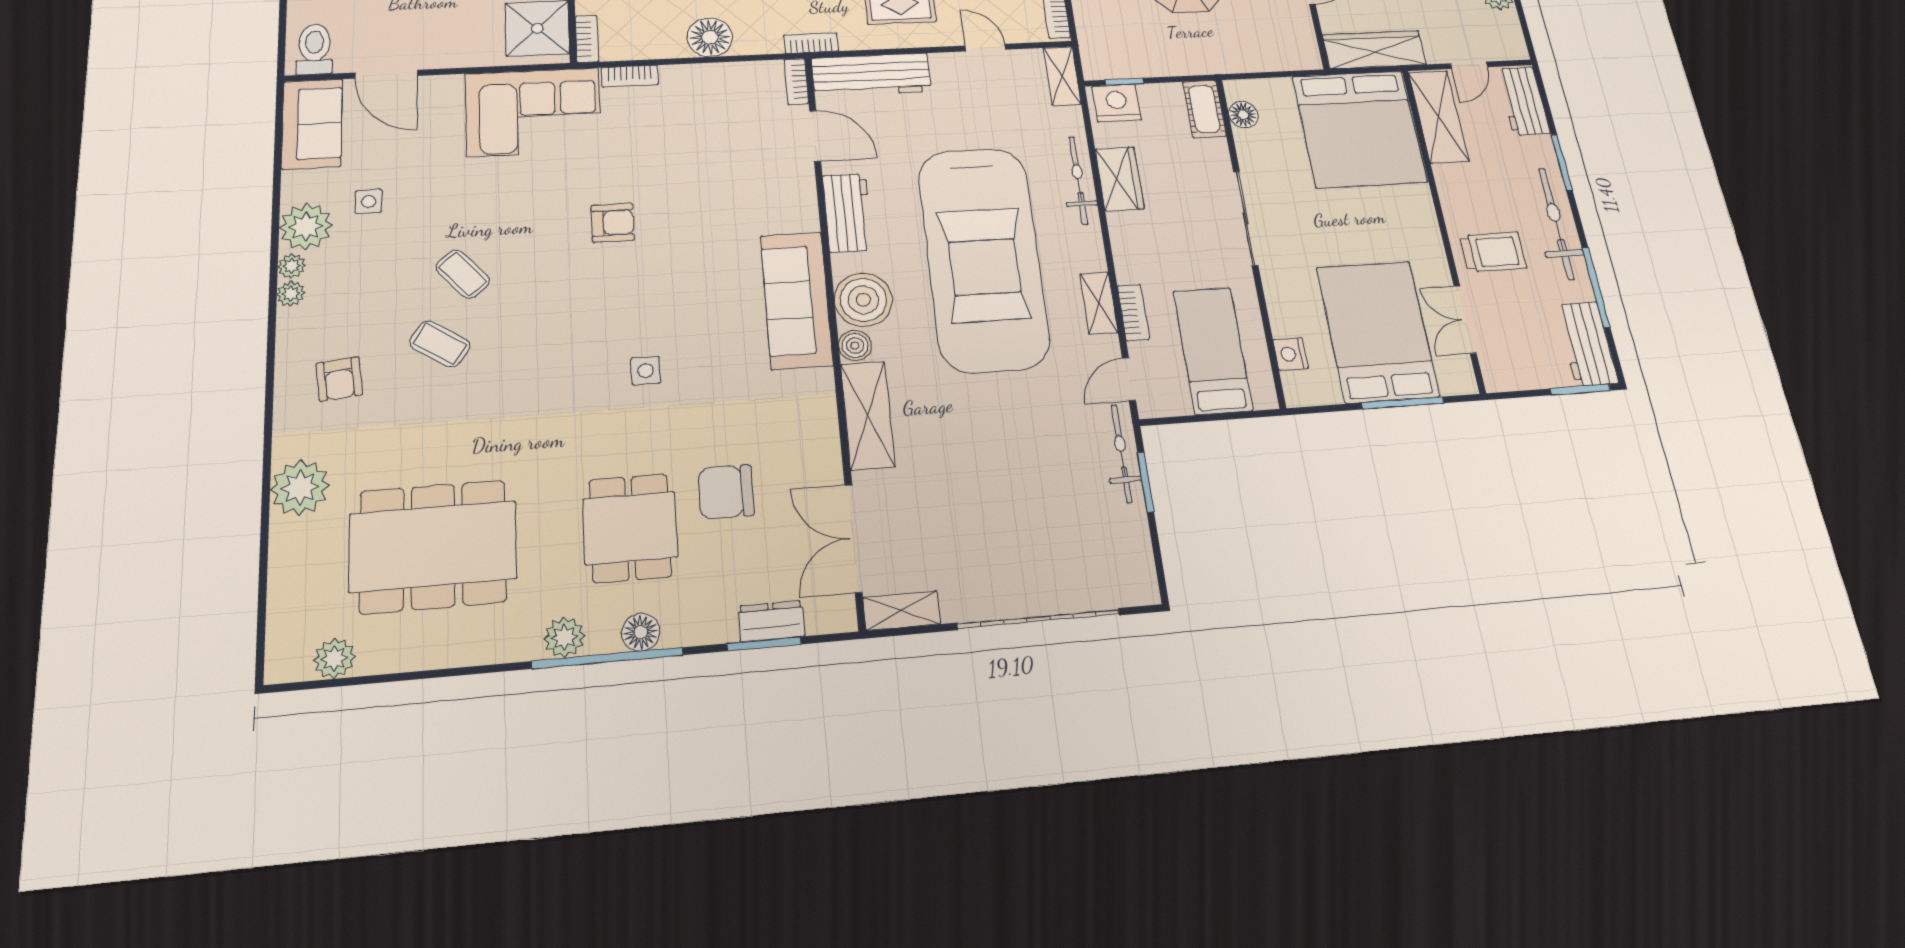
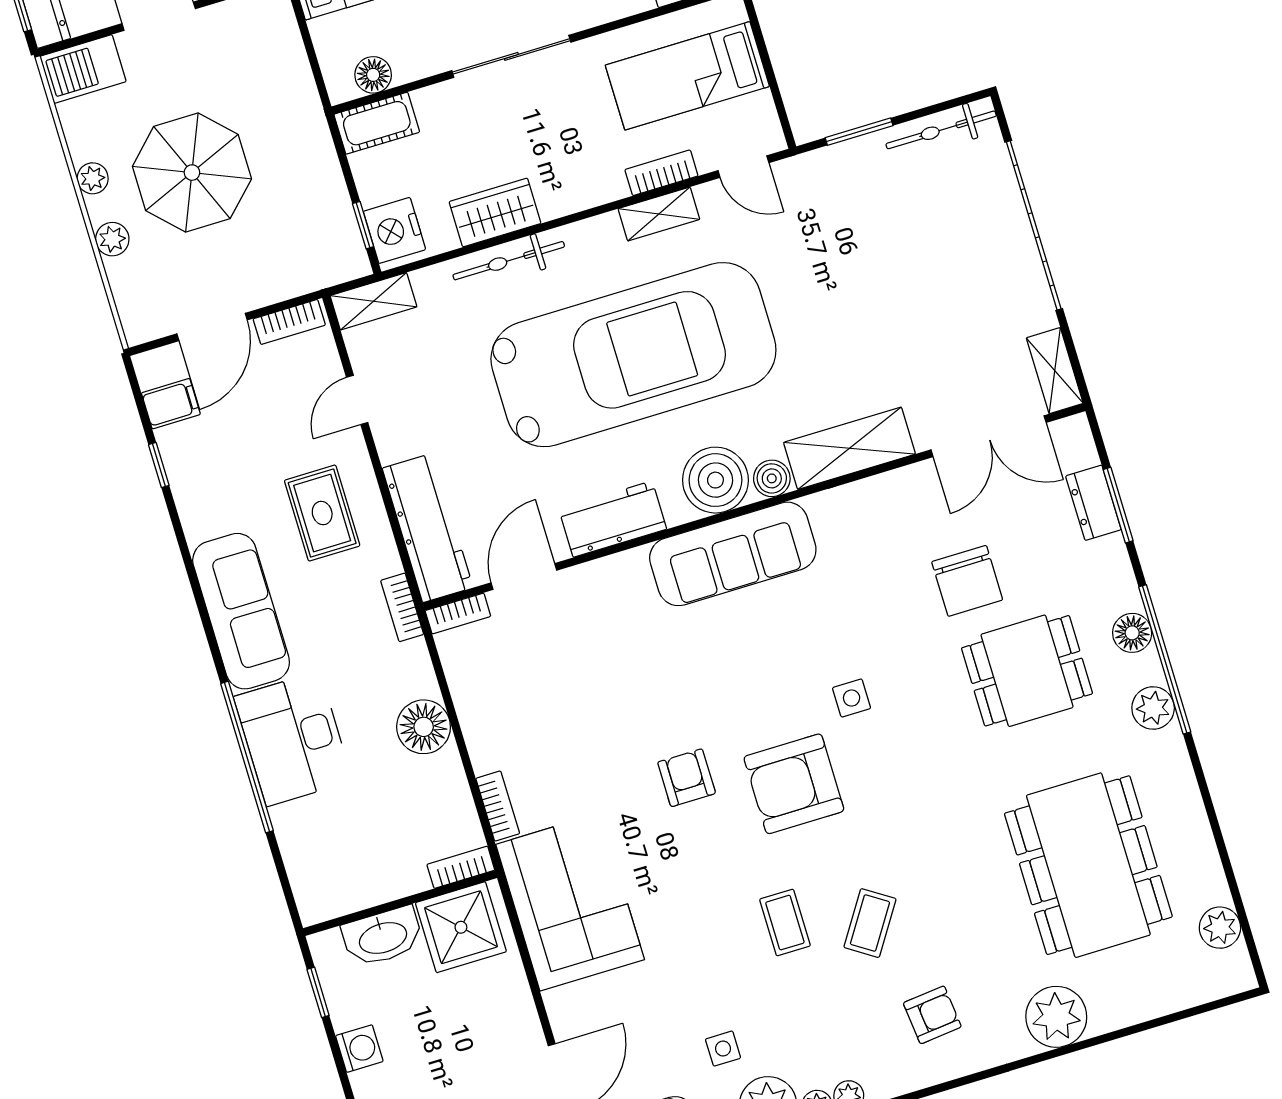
coffee table: (463, 274) -> (785, 923), turned -49
armchair: (583, 307) -> (794, 784), added
bicycle: (1121, 453) -> (941, 130), moved

